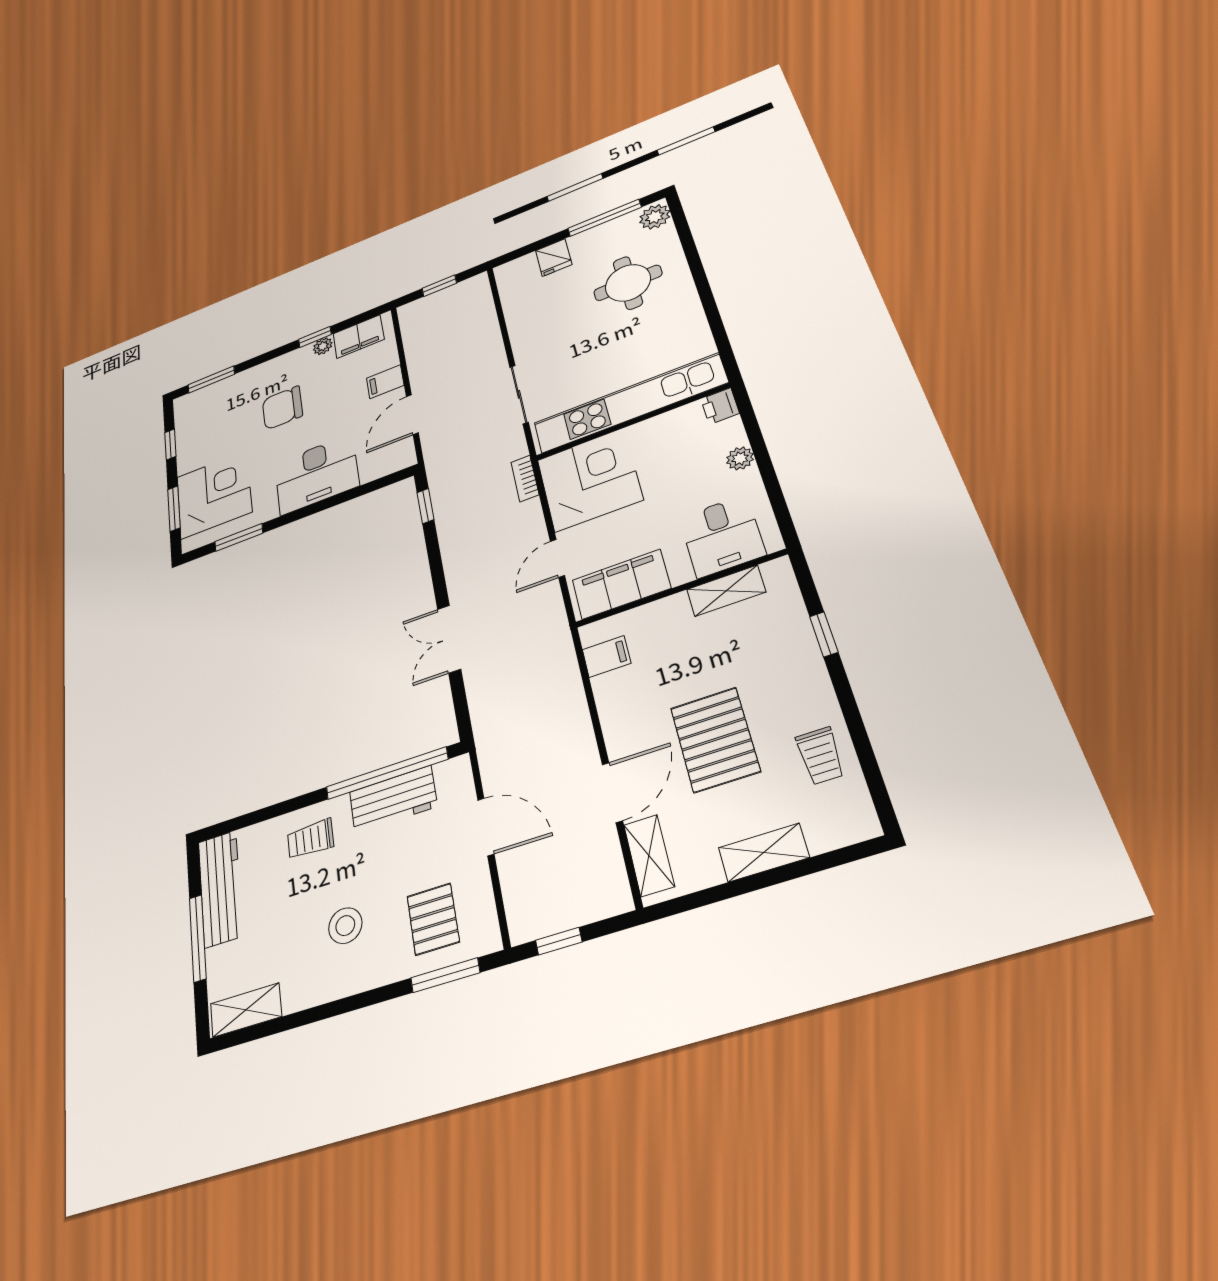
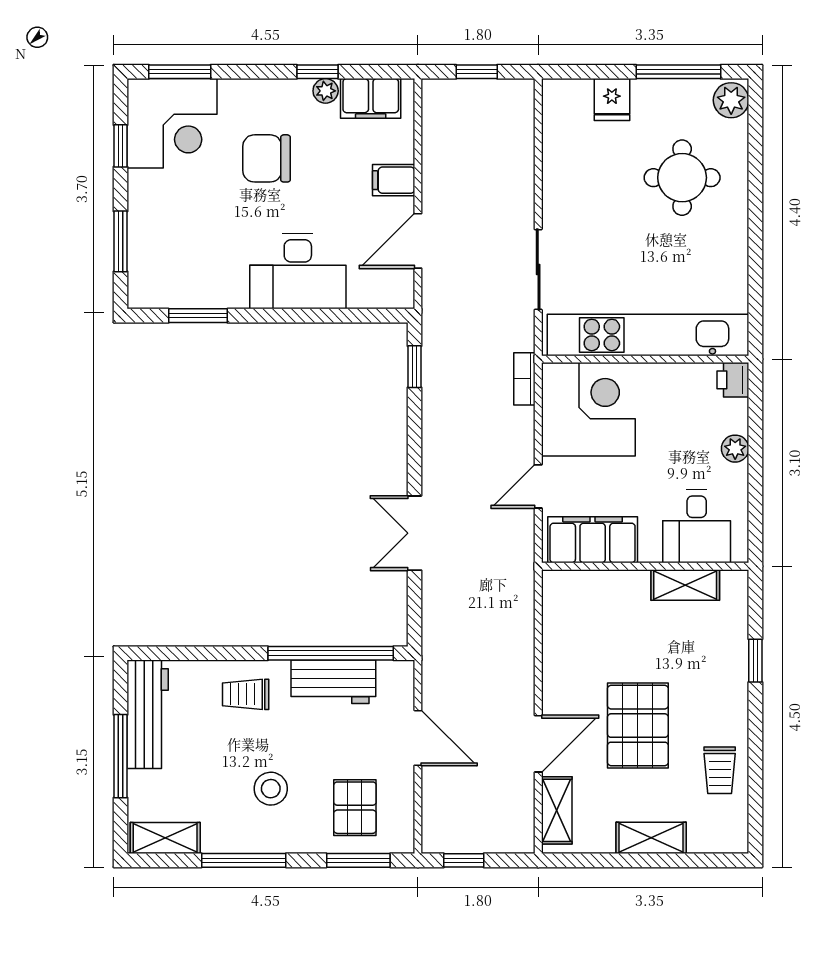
corner desk: (214, 494) -> (172, 123), moved, turned 90
filing cabinet: (607, 656) -> (562, 610), removed
window: (327, 1011) -> (244, 860), added

